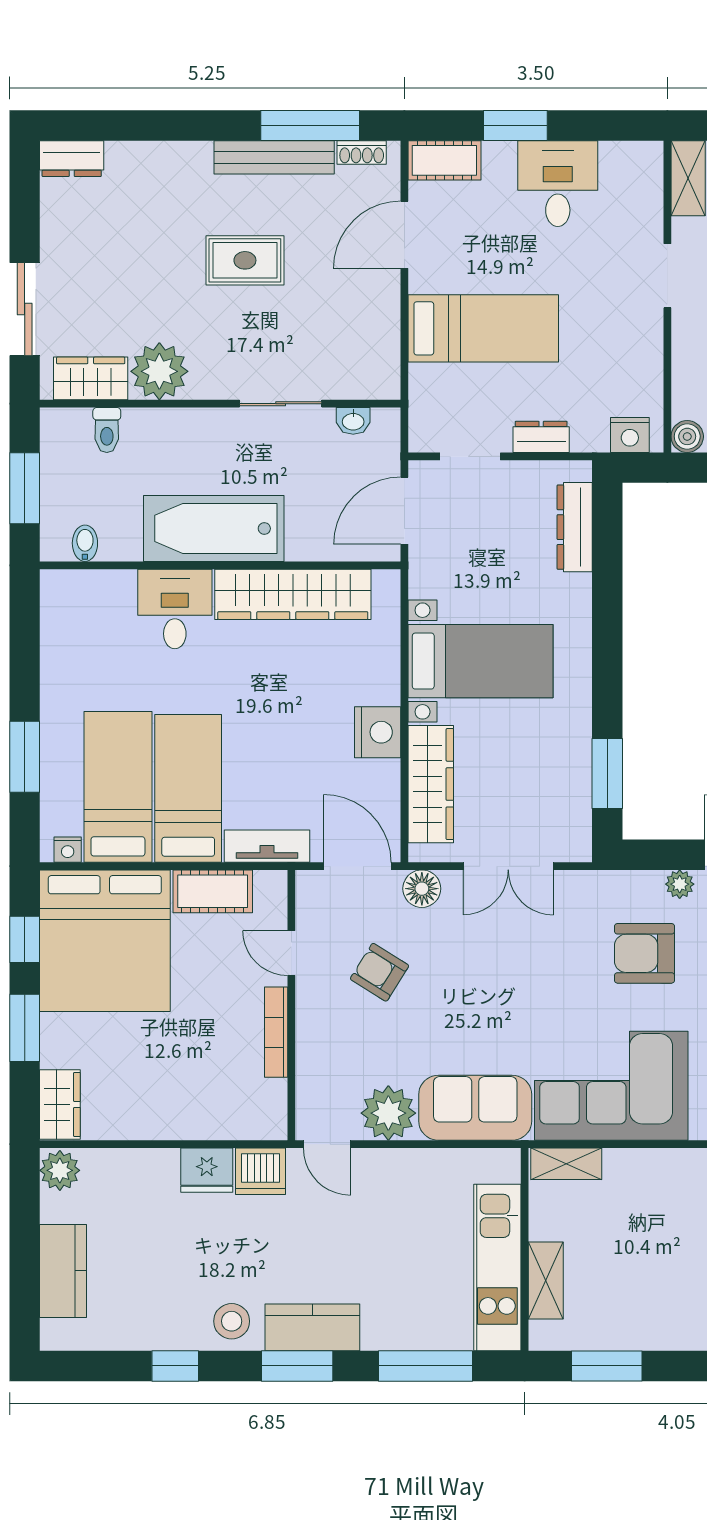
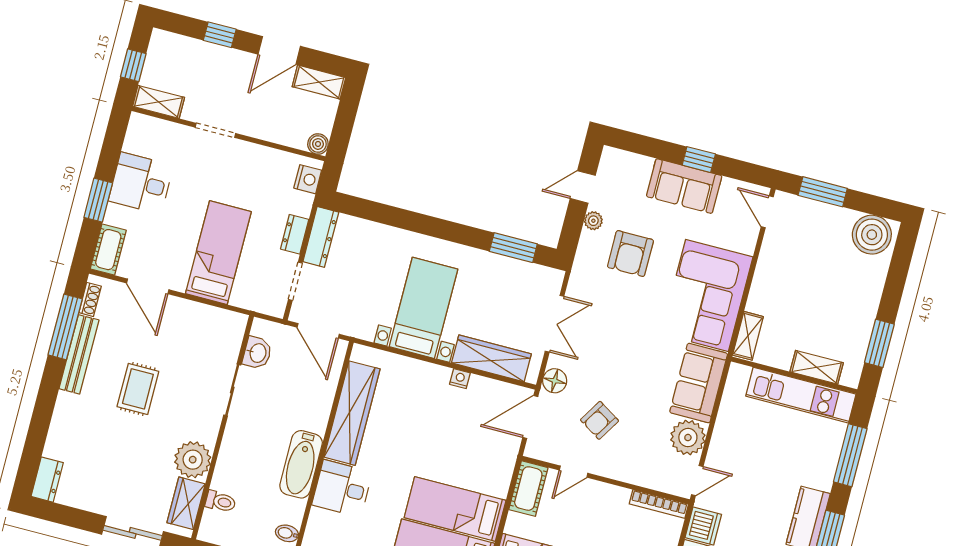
washbasin: (353, 421) -> (257, 353), width x1.38, depth x1.45
dresser: (575, 527) -> (321, 237), moved, turned -90
bathtub: (214, 528) -> (301, 464), width x0.73, depth x0.73
nightstand: (378, 732) -> (460, 379), width x0.53, depth x0.56
tv unit: (267, 846) -> (503, 470), removed
cot: (213, 891) -> (528, 489), moved
bookcase: (276, 1032) -> (659, 504), moved

